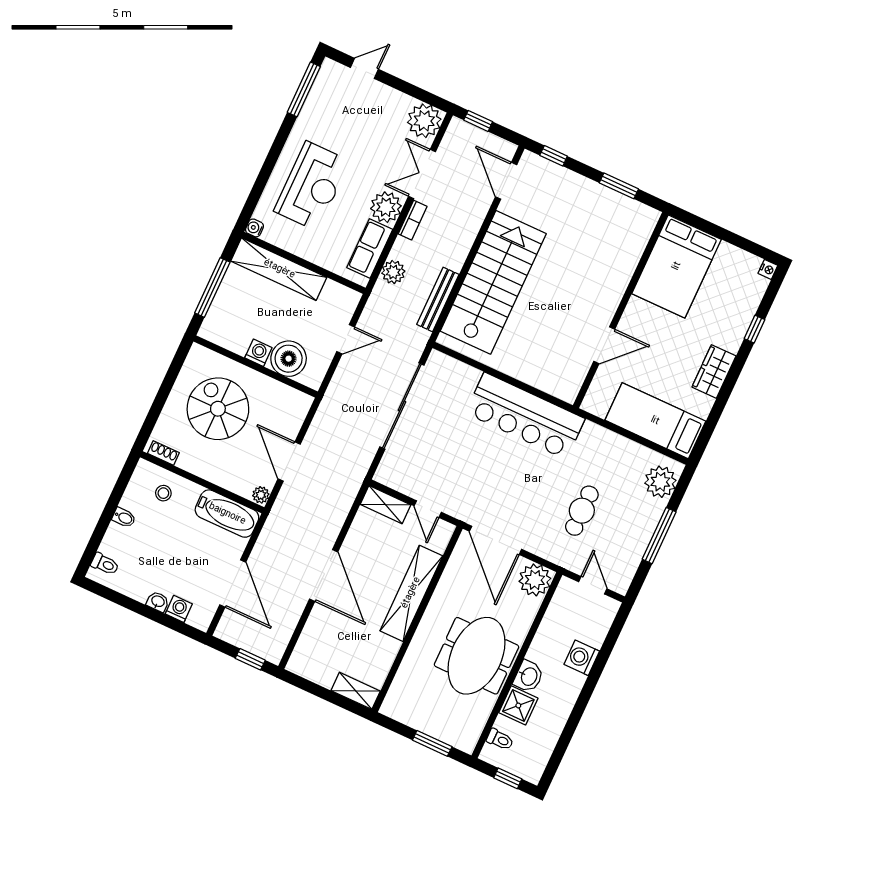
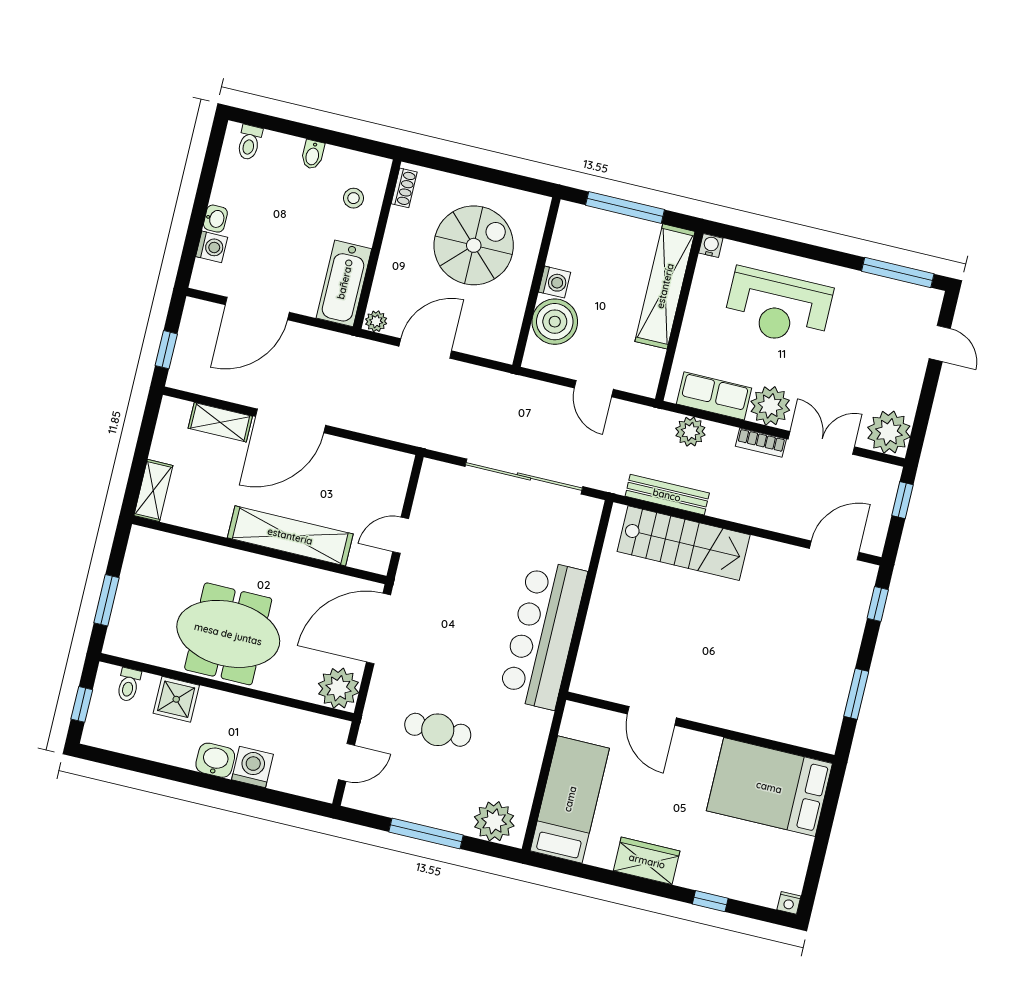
stairs: (493, 282) -> (684, 543), width x0.73, depth x0.66
shelving: (386, 505) -> (220, 422), moved, turned 90
washbasin: (529, 676) -> (215, 760), moved, turned 180

